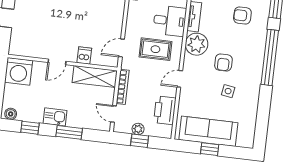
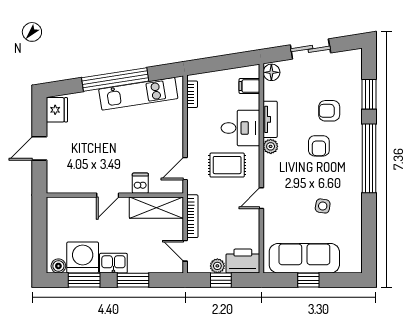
plant: (197, 44) -> (271, 146), width x0.53, depth x0.53
armchair: (223, 62) -> (319, 146), moved
washing machine: (19, 71) -> (83, 258), moved, turned 180
printer: (165, 110) -> (243, 261), moved, turned 90
window: (30, 128) -> (84, 280), width x1.50

